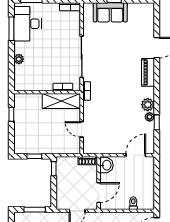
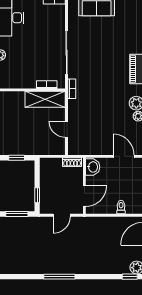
door: (136, 155) -> (124, 156), hinge flipped
window: (54, 169) -> (37, 195), moved

